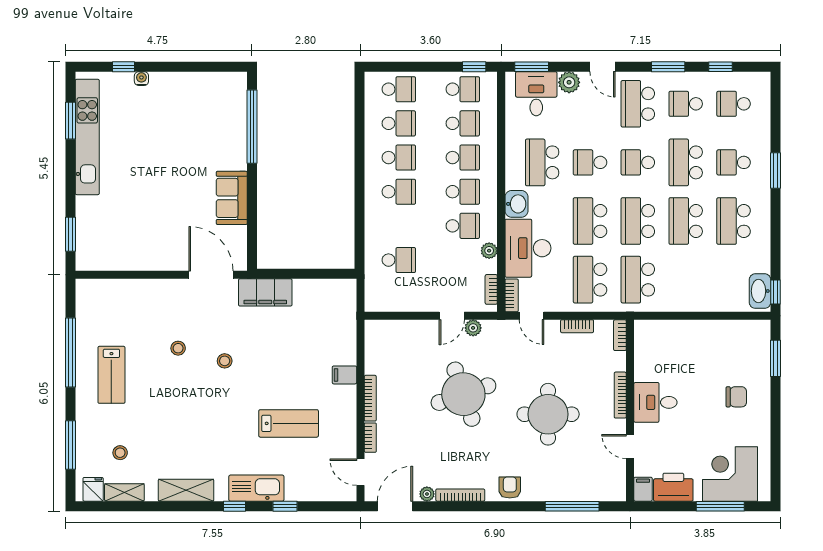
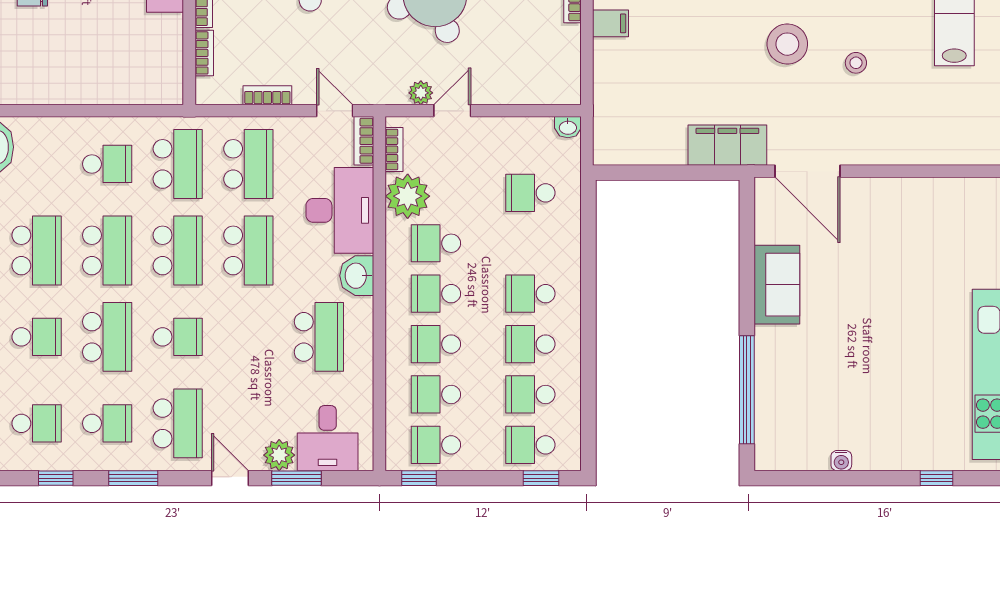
window: (392, 67) -> (541, 478), added
window: (532, 67) -> (296, 478), moved
water cooler: (141, 79) -> (841, 461), moved
school desk: (590, 162) -> (107, 164), moved
plant: (489, 251) -> (408, 196), width x1.88, depth x1.88
washbasin: (373, 305) -> (568, 127), added
bookcase: (620, 335) -> (204, 53), moved
stool: (225, 361) -> (787, 44), width x1.89, depth x1.89

